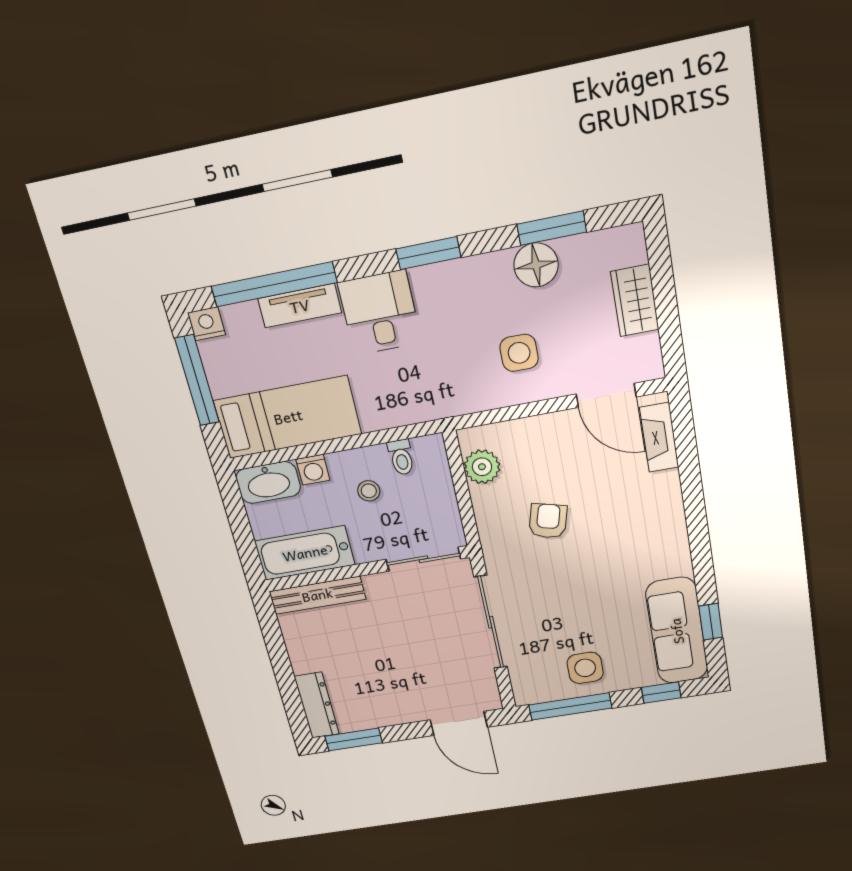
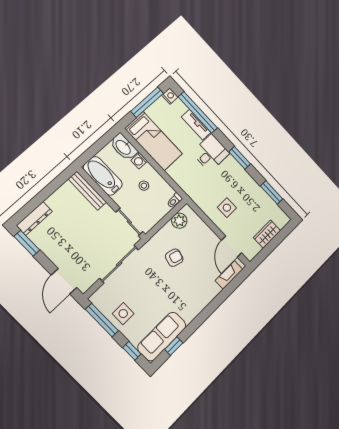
floor lamp: (536, 265) -> (258, 195), removed
toilet: (401, 457) -> (174, 201), moved

